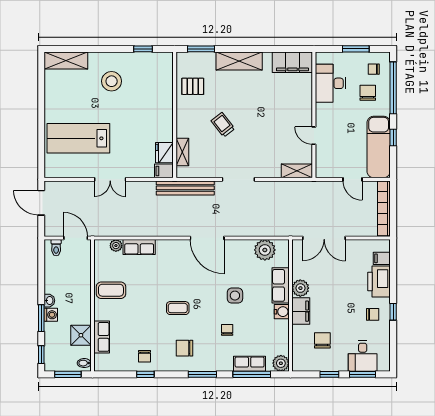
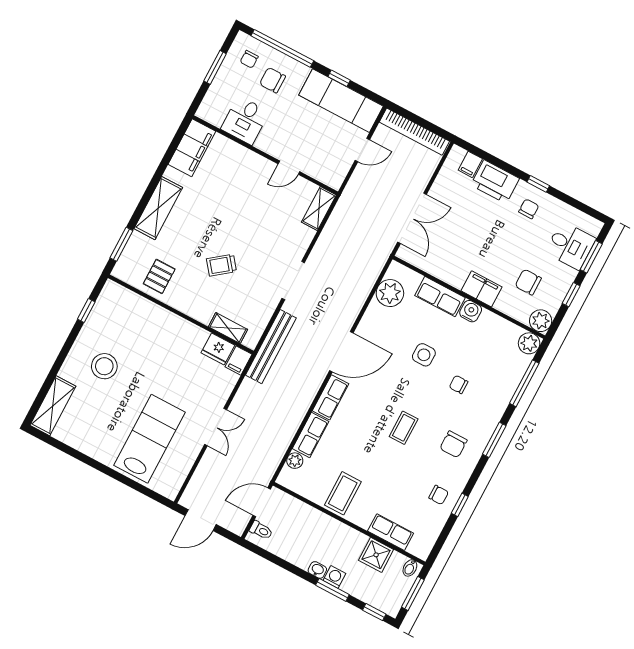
desk: (330, 83) -> (245, 120), width x0.73
lab bench: (78, 138) -> (149, 439), turned 180
plant: (300, 288) -> (541, 321), moved
row of seats: (250, 364) -> (330, 397), moved, turned 180

